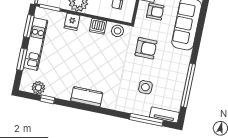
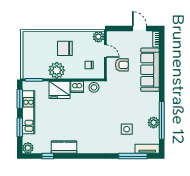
fridge: (72, 22) -> (60, 90), width x1.88, depth x1.34
armchair: (146, 48) -> (120, 97), removed
plant: (178, 86) -> (154, 123), added
plant: (38, 88) -> (28, 148), moved
kitchen counter: (87, 97) -> (64, 147), moved

